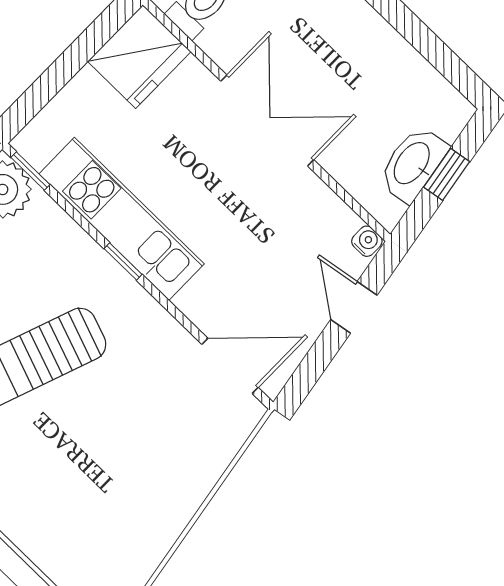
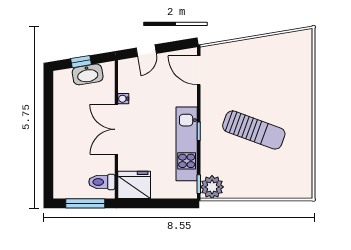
water cooler: (367, 241) -> (123, 99), moved

